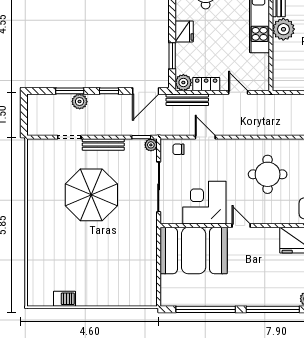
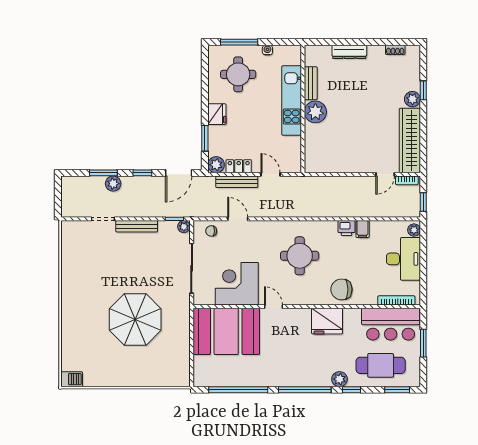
bench: (187, 100) -> (237, 182), moved
parasol: (91, 195) -> (135, 319), moved
barbecue: (64, 299) -> (72, 379), moved

